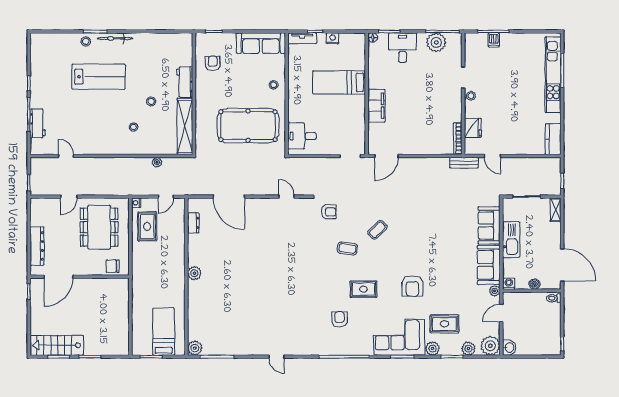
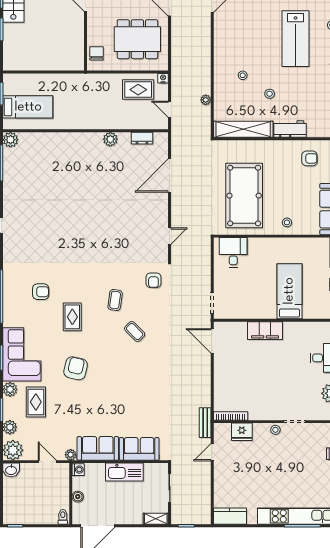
plant: (194, 273) -> (110, 139), moved
armchair: (412, 286) -> (76, 368), turned 103

